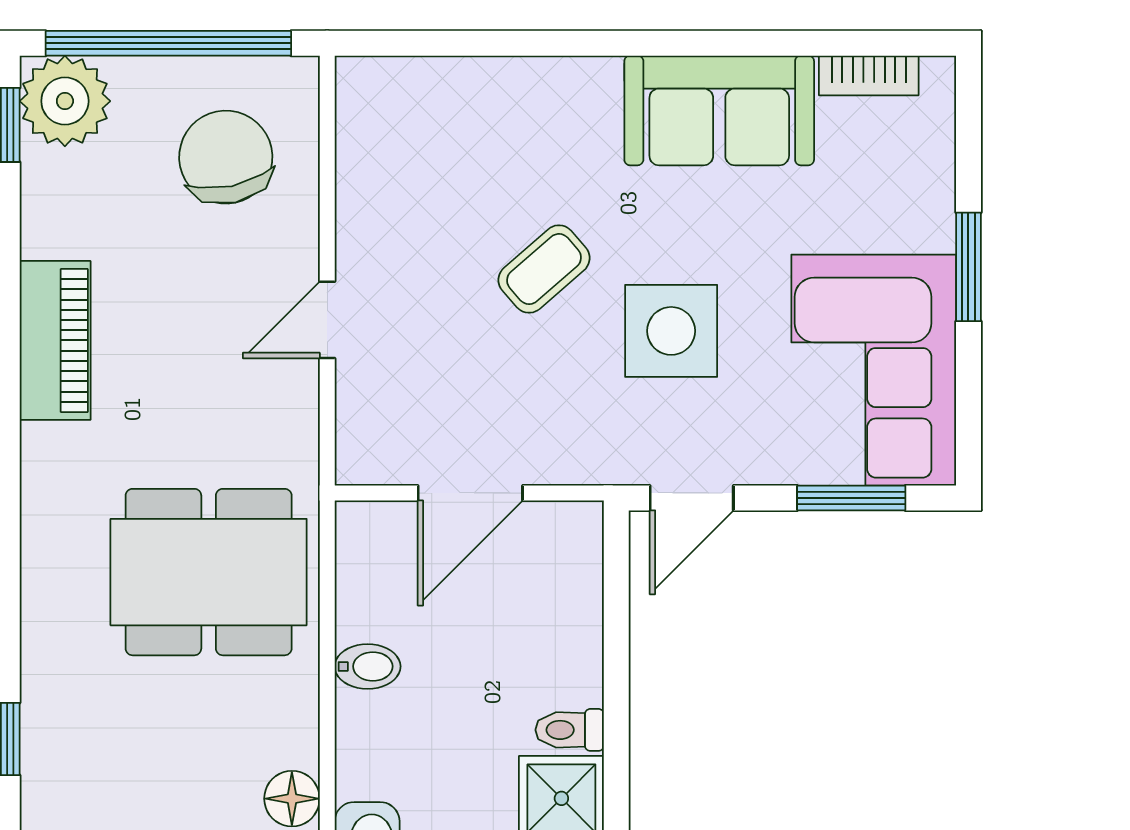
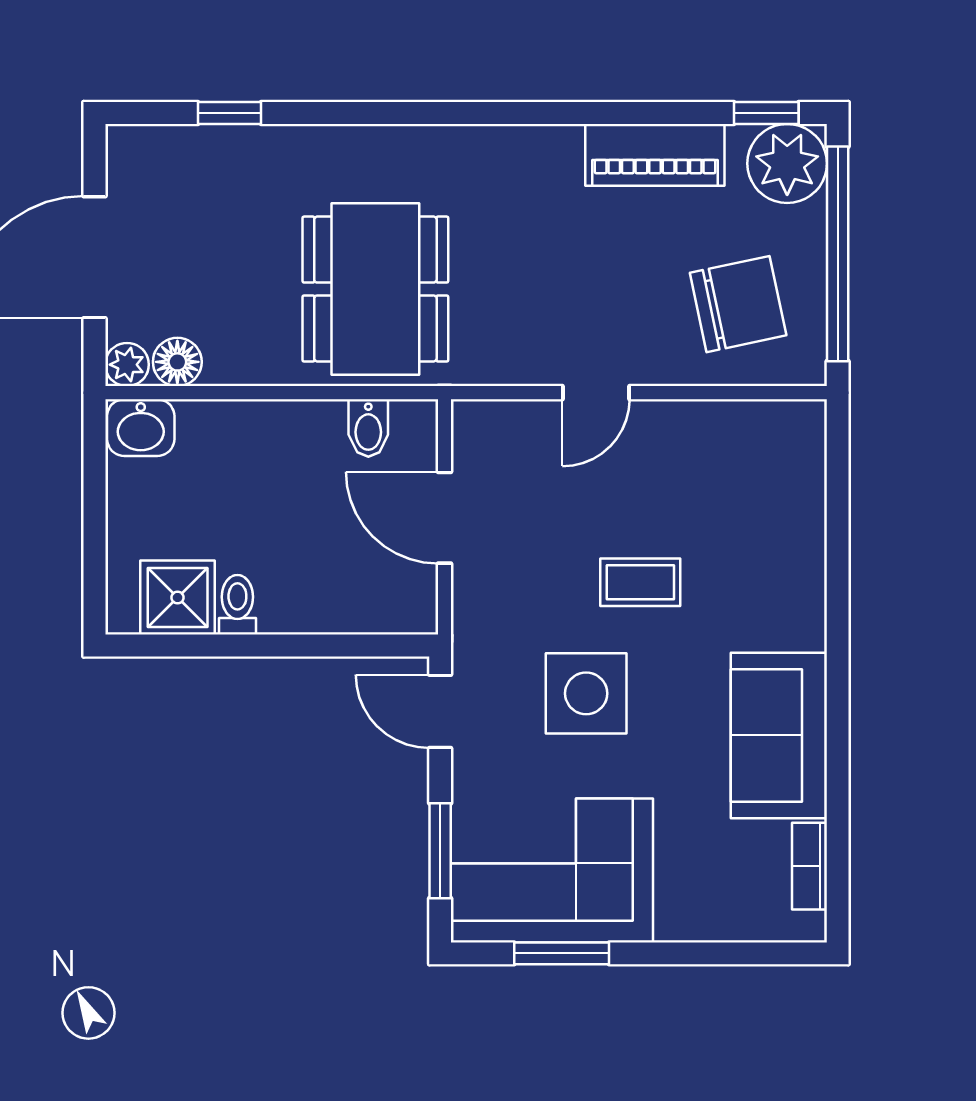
window: (968, 267) -> (562, 953), moved
coffee table: (544, 269) -> (640, 582), turned -49
door: (327, 320) -> (596, 393), swing flipped
piano: (55, 340) -> (655, 155), moved
bidet: (368, 666) -> (368, 428), moved

